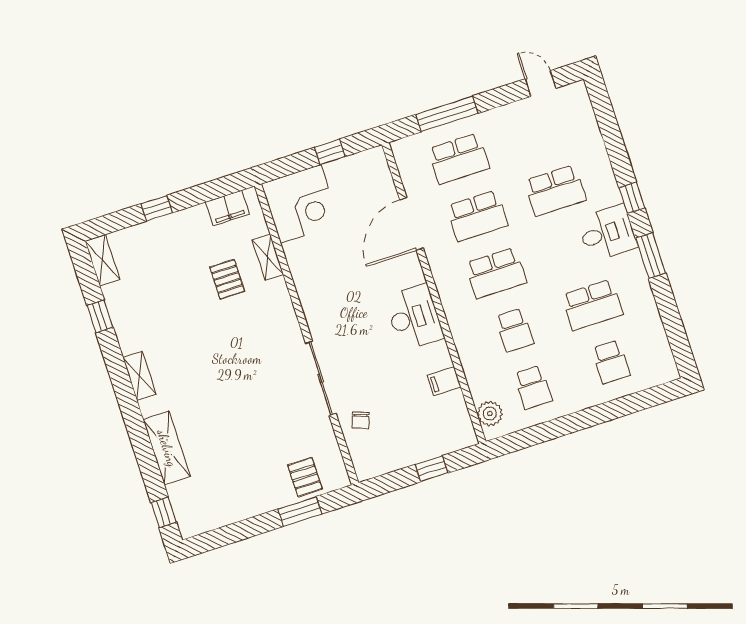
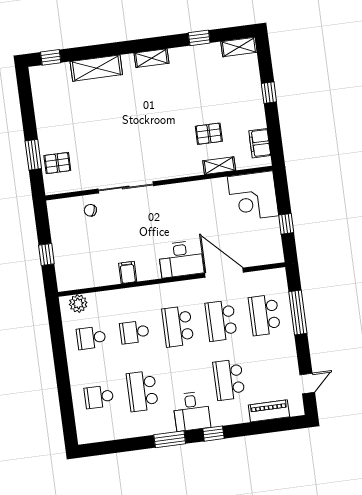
piano: (587, 128) -> (269, 411), added
desk: (414, 317) -> (181, 259), moved
filing cabinet: (444, 381) -> (128, 272), moved

